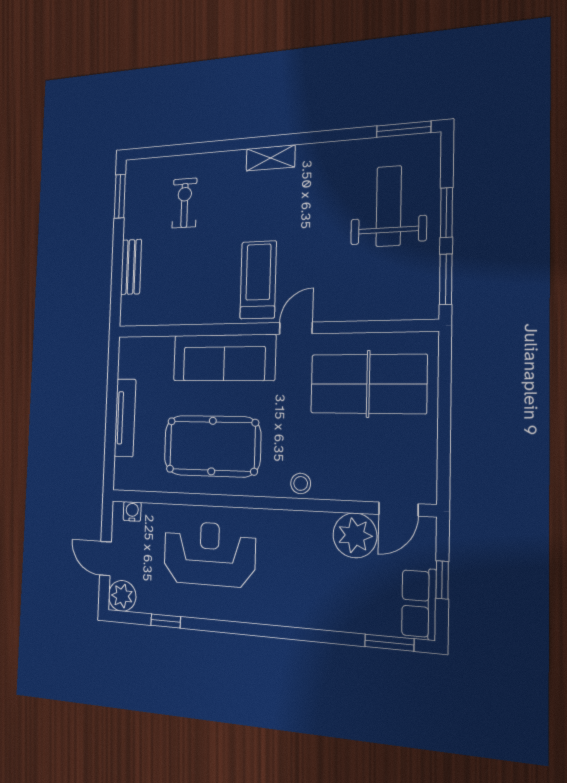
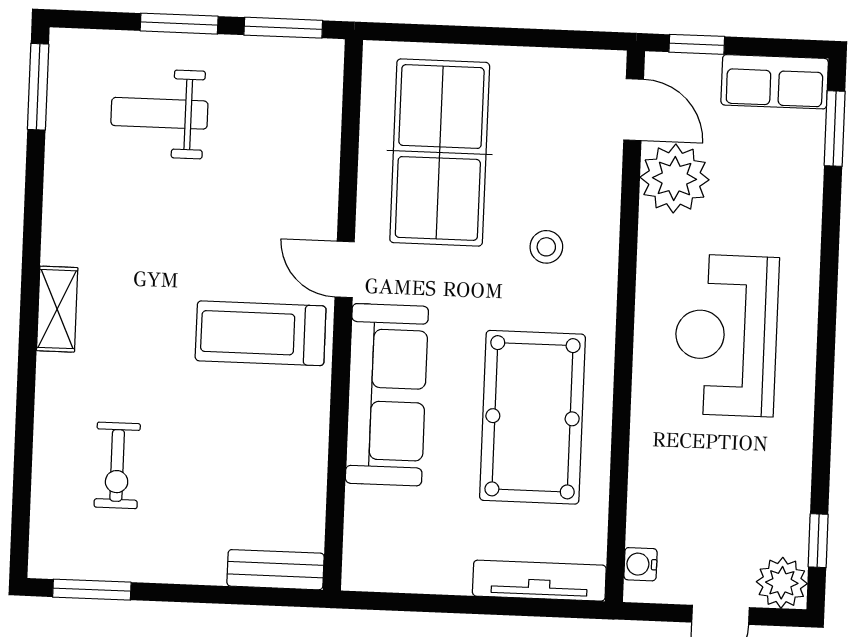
exercise bike: (185, 203) -> (117, 465), turned -90
weight bench: (389, 206) -> (159, 113), width x0.73, depth x0.75
bench: (131, 267) -> (276, 570), moved
tv unit: (125, 418) -> (539, 581), moved
stool: (301, 483) -> (546, 247), moved
reception desk: (209, 554) -> (726, 335), moved
window: (442, 580) -> (697, 44), moved
window: (166, 621) -> (818, 541), moved

